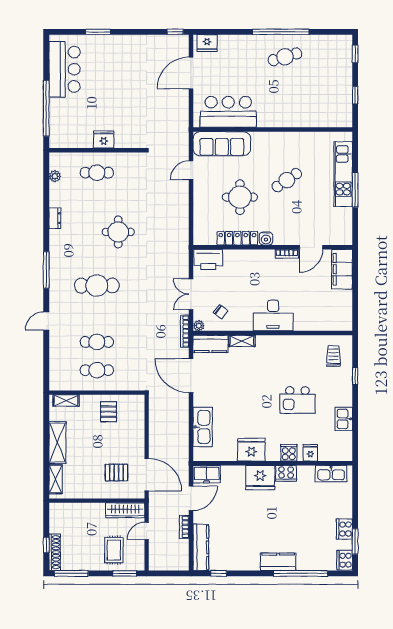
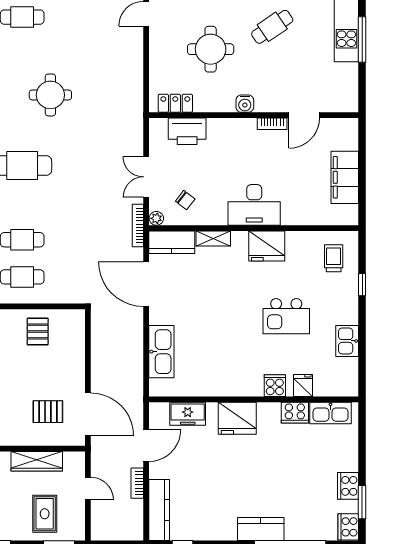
locker: (237, 238) -> (175, 103), moved, width x0.66
printer: (208, 259) -> (187, 131), moved
filing cabinet: (342, 269) -> (345, 177), moved
fridge: (251, 450) -> (267, 246), moved, turned 180
cooker: (286, 473) -> (295, 413), moved
freezer: (207, 474) -> (188, 414), moved
wardrobe: (125, 510) -> (37, 461), moved
door: (147, 531) -> (88, 488), swing flipped

